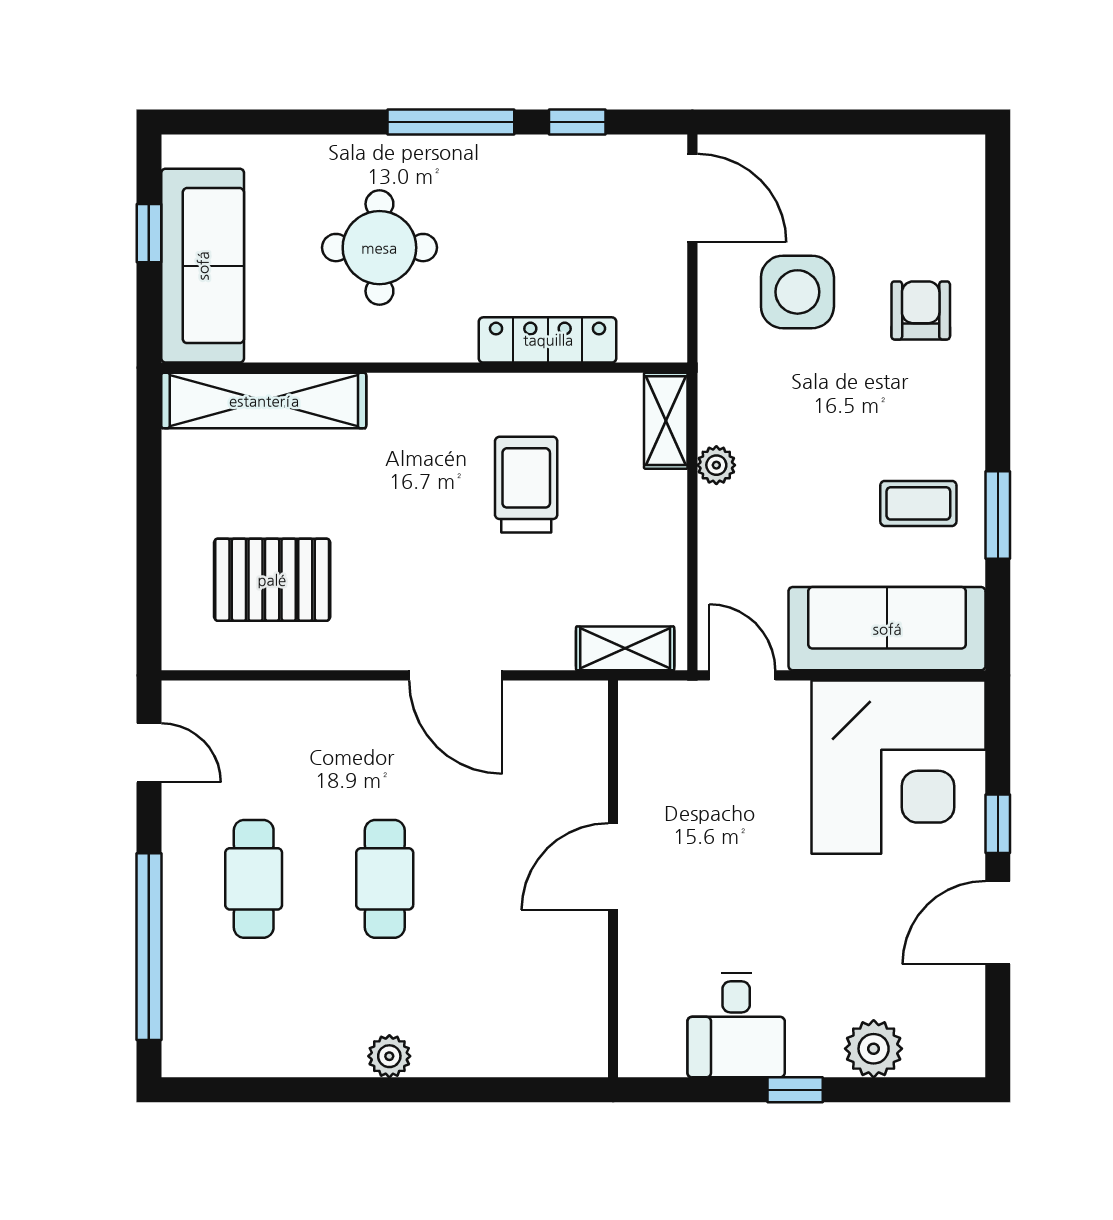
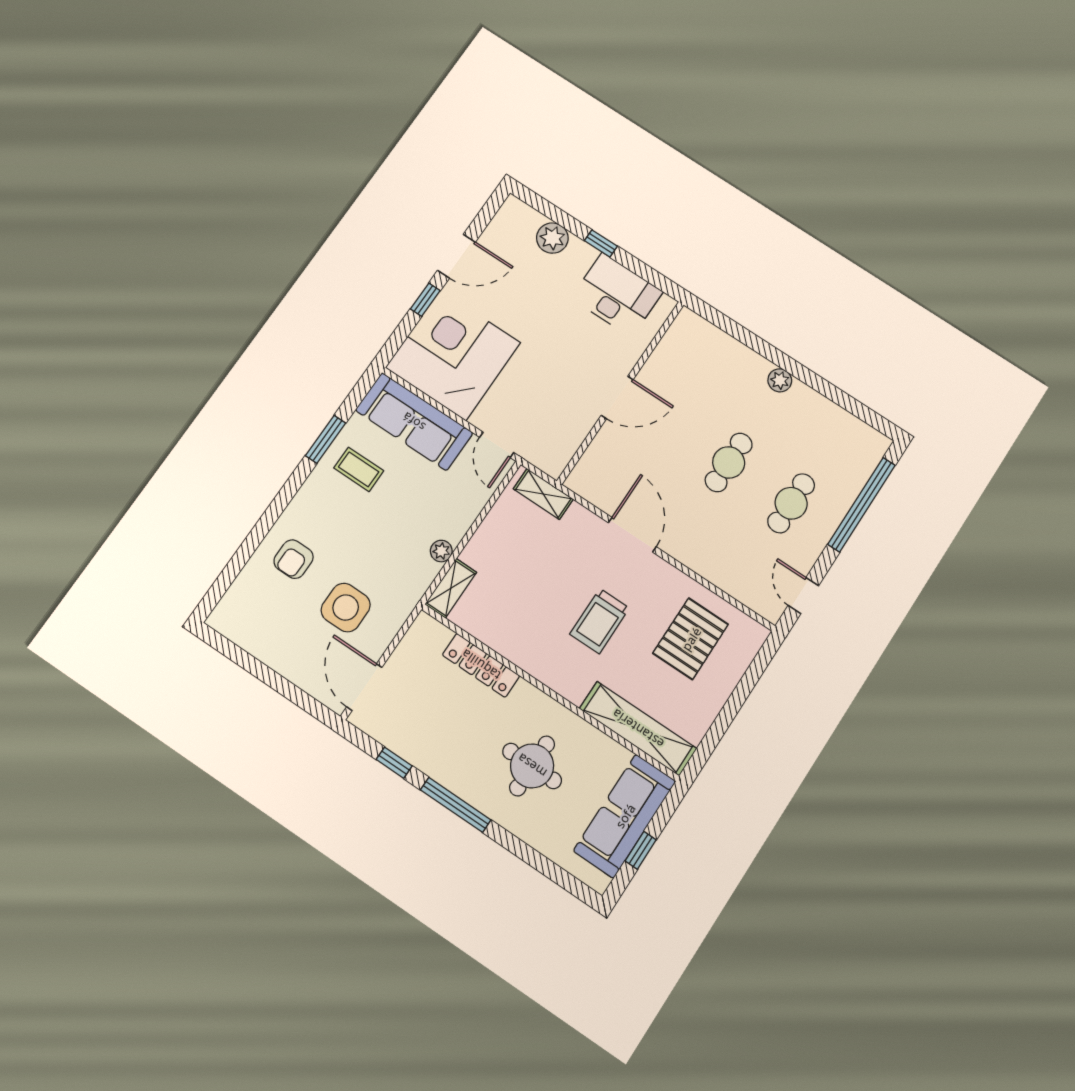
trolley: (526, 485) -> (600, 621), moved
pallet: (272, 580) -> (691, 639), turned 90
desk: (736, 1025) -> (617, 295), width x1.37

